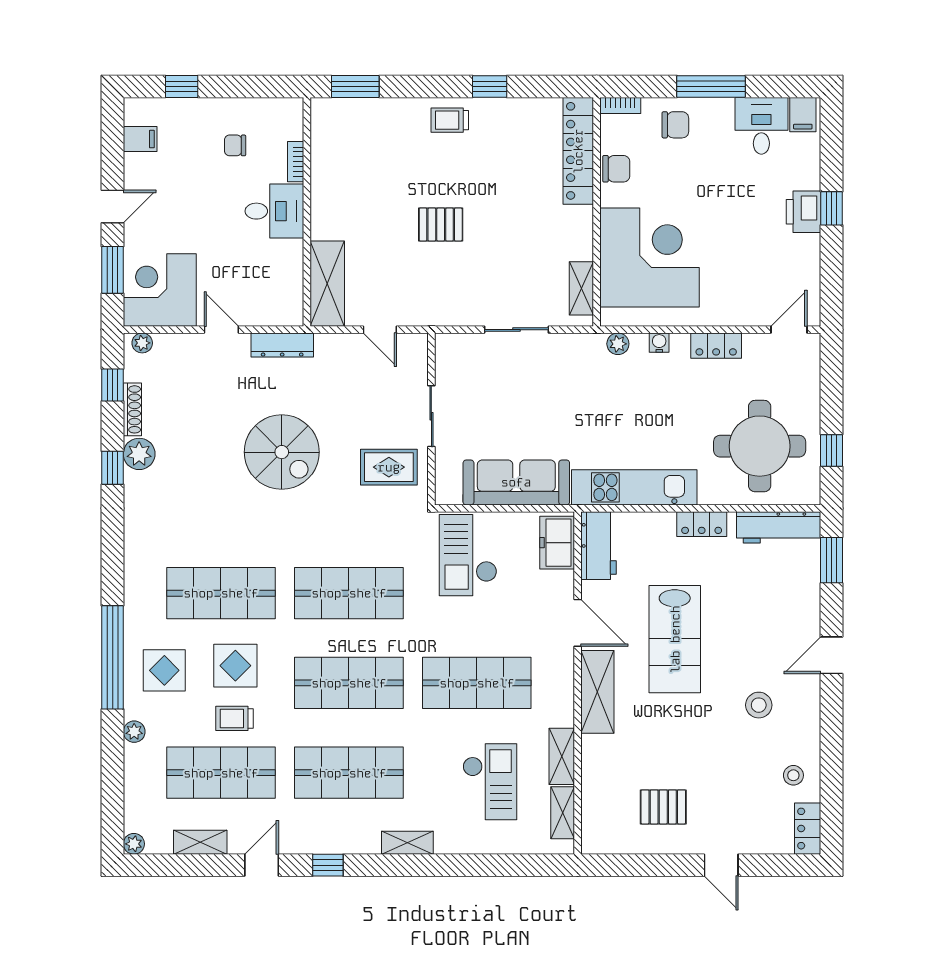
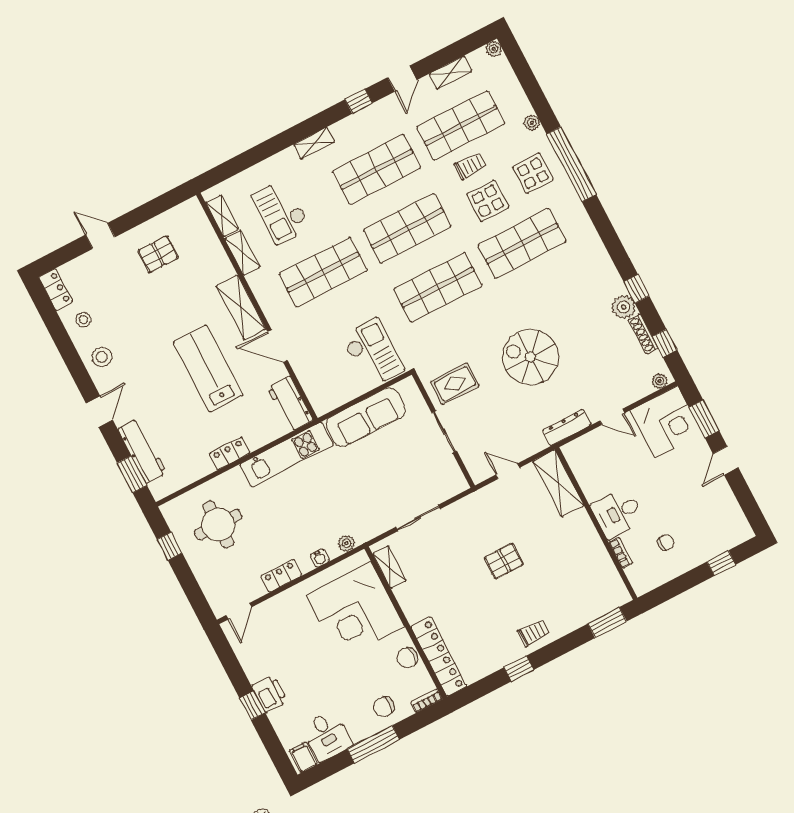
filing cabinet: (140, 139) -> (731, 514), removed
round table: (760, 446) -> (218, 525), width x0.73, depth x0.73
workbench: (779, 527) -> (142, 451), moved, turned 90
freezer: (557, 543) -> (318, 392), removed
stool: (759, 705) -> (102, 357), moved

